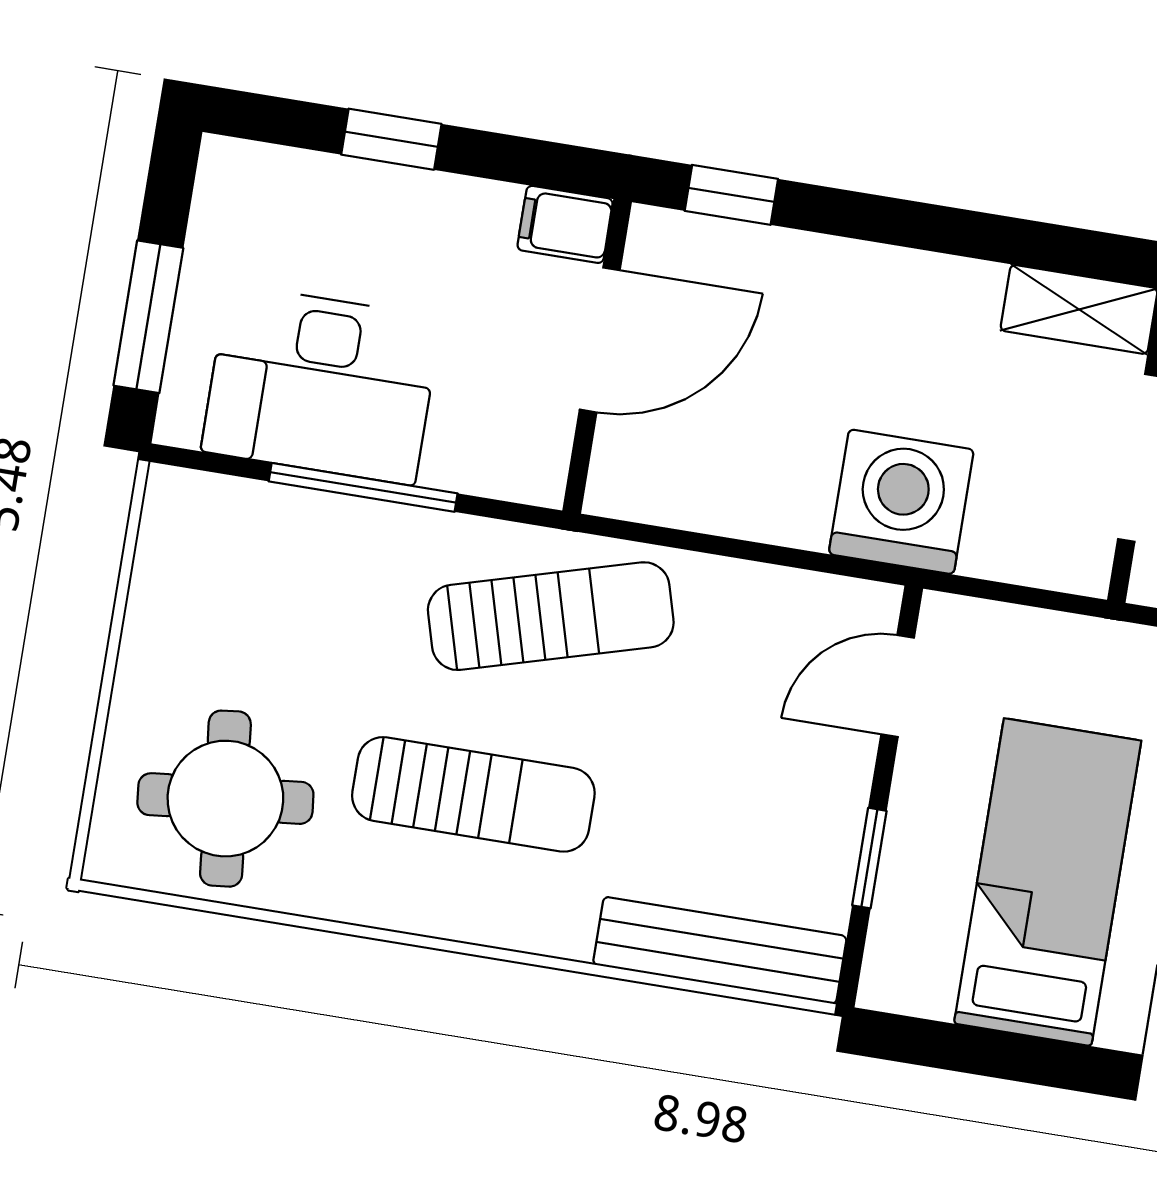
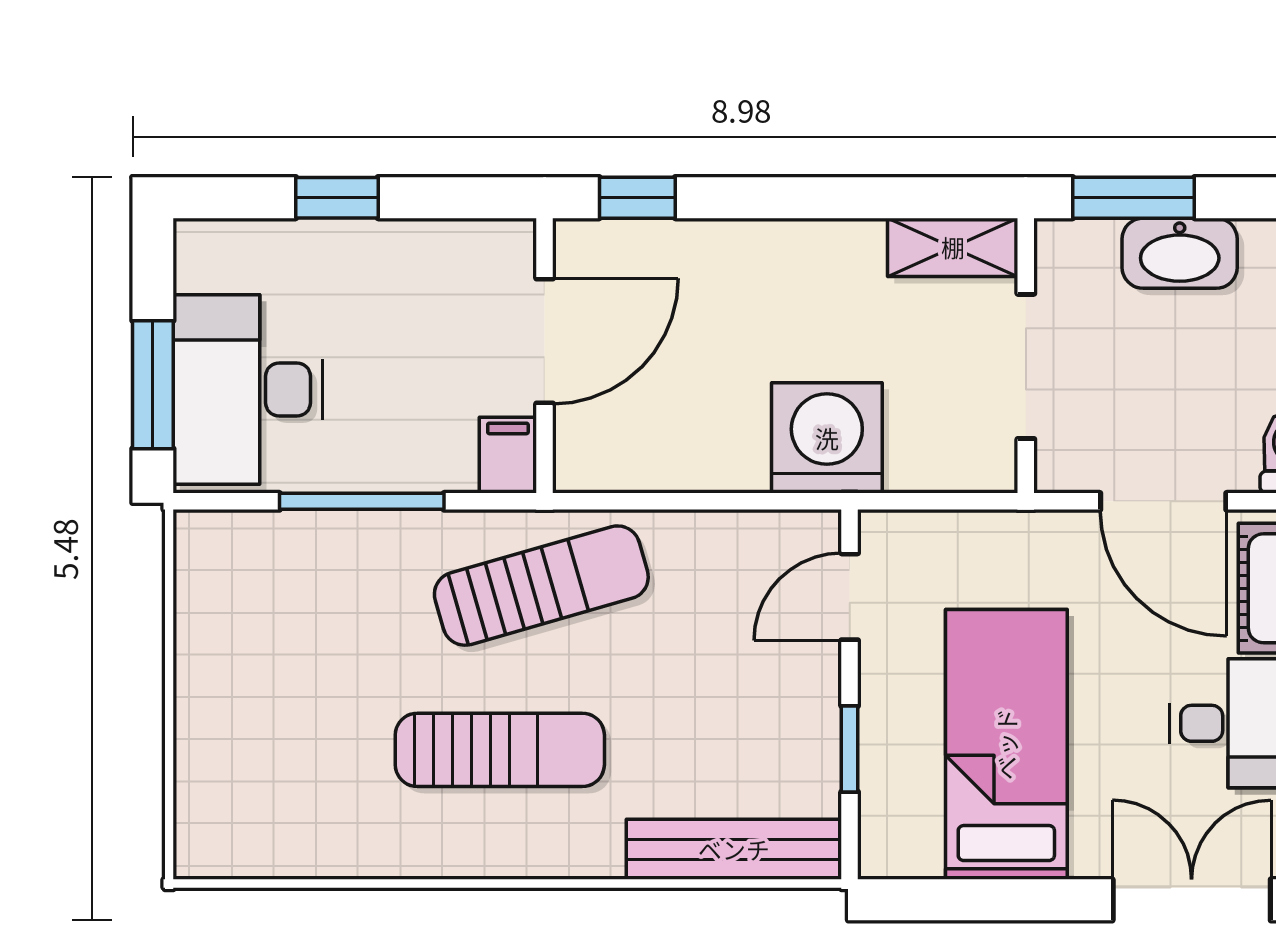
filing cabinet: (565, 224) -> (508, 455), moved, turned 90
desk: (321, 384) -> (248, 390), moved, turned 90
round table: (225, 799) -> (287, 788), removed

